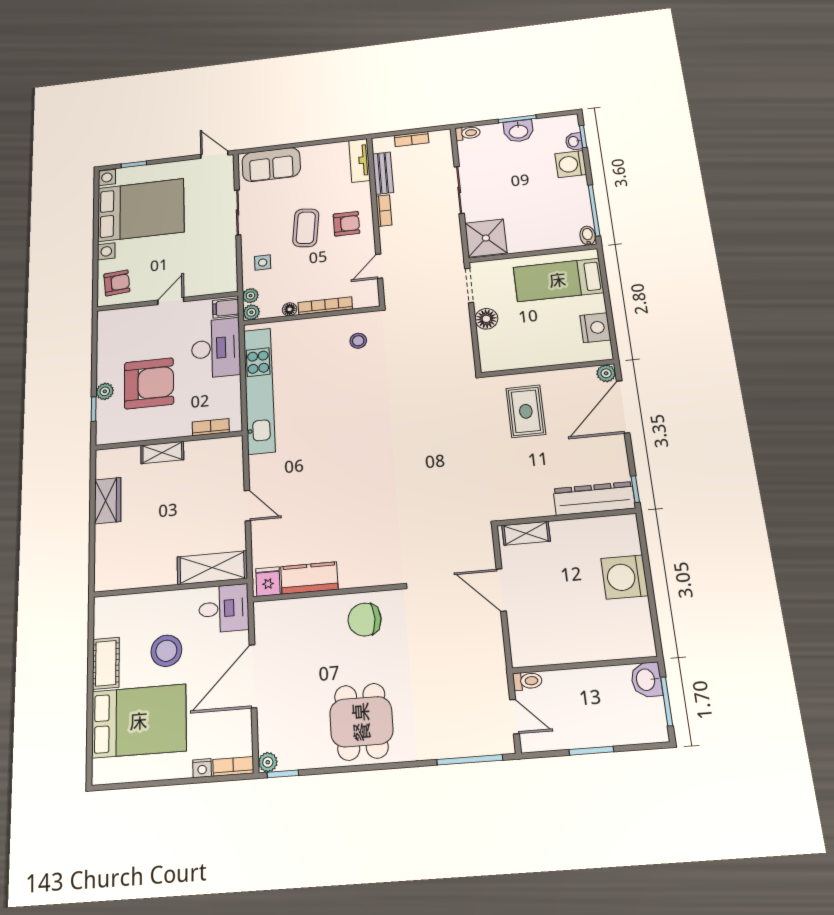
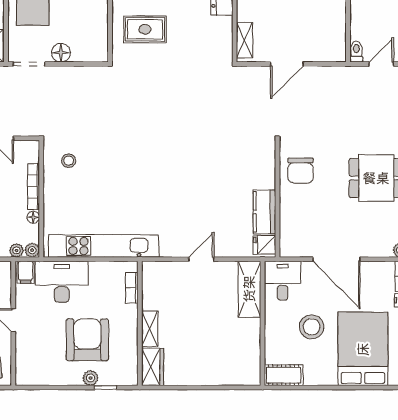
wardrobe: (108, 501) -> (153, 367), moved, turned 90
cot: (106, 663) -> (284, 375), moved

